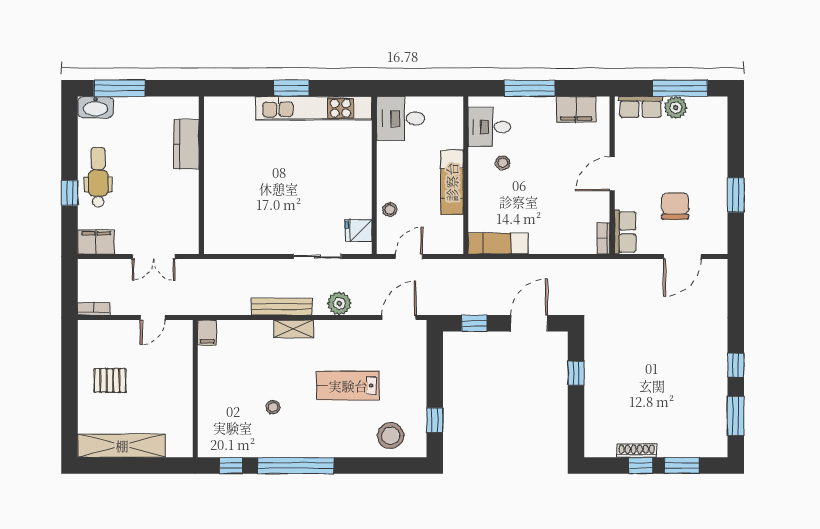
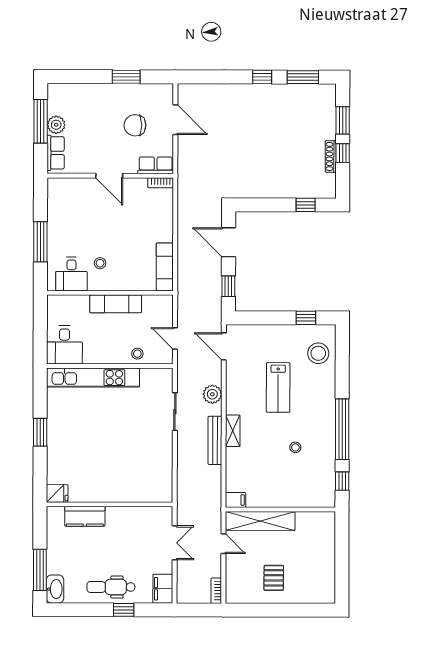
kitchen unit: (314, 108) -> (93, 378), moved, turned 90
filing cabinet: (576, 109) -> (57, 204), removed
fridge: (358, 231) -> (57, 493), moved, turned -90
window: (576, 373) -> (306, 205), moved
shelving: (122, 446) -> (260, 521), moved, turned 90

